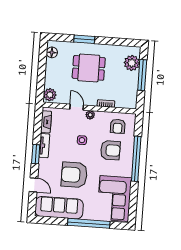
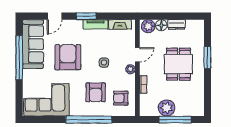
floor lamp: (52, 52) -> (161, 25), moved
plant: (132, 63) -> (167, 108), moved
dresser: (50, 67) -> (176, 24), added
window: (89, 223) -> (19, 58), moved

